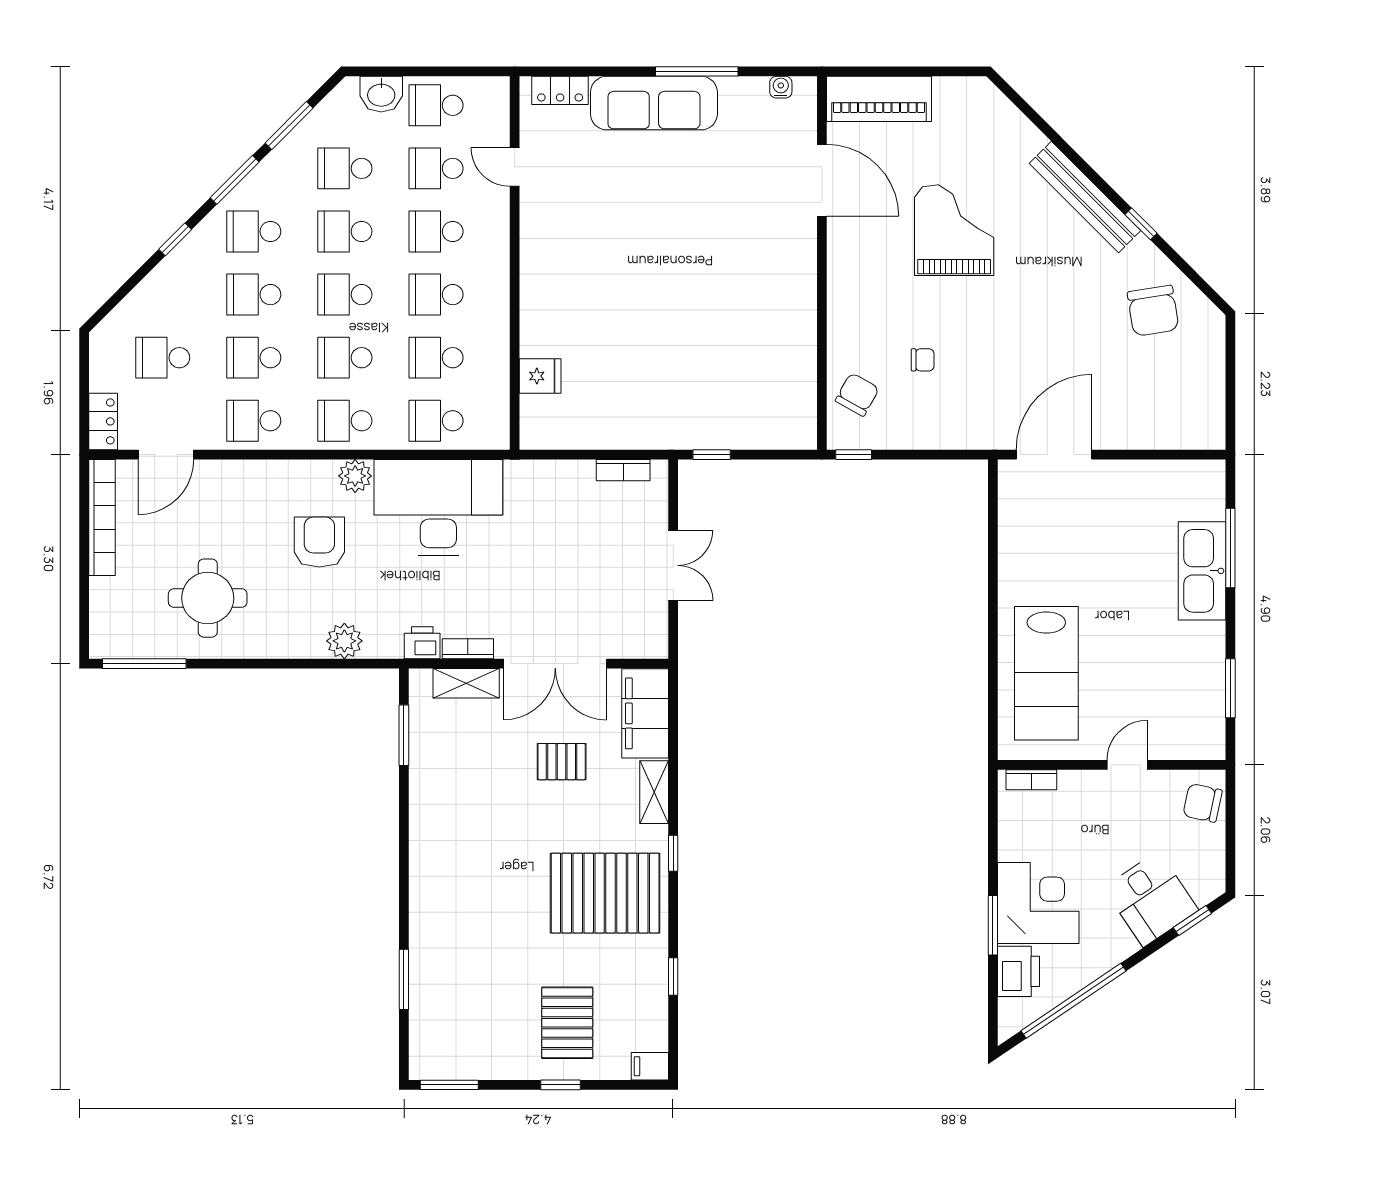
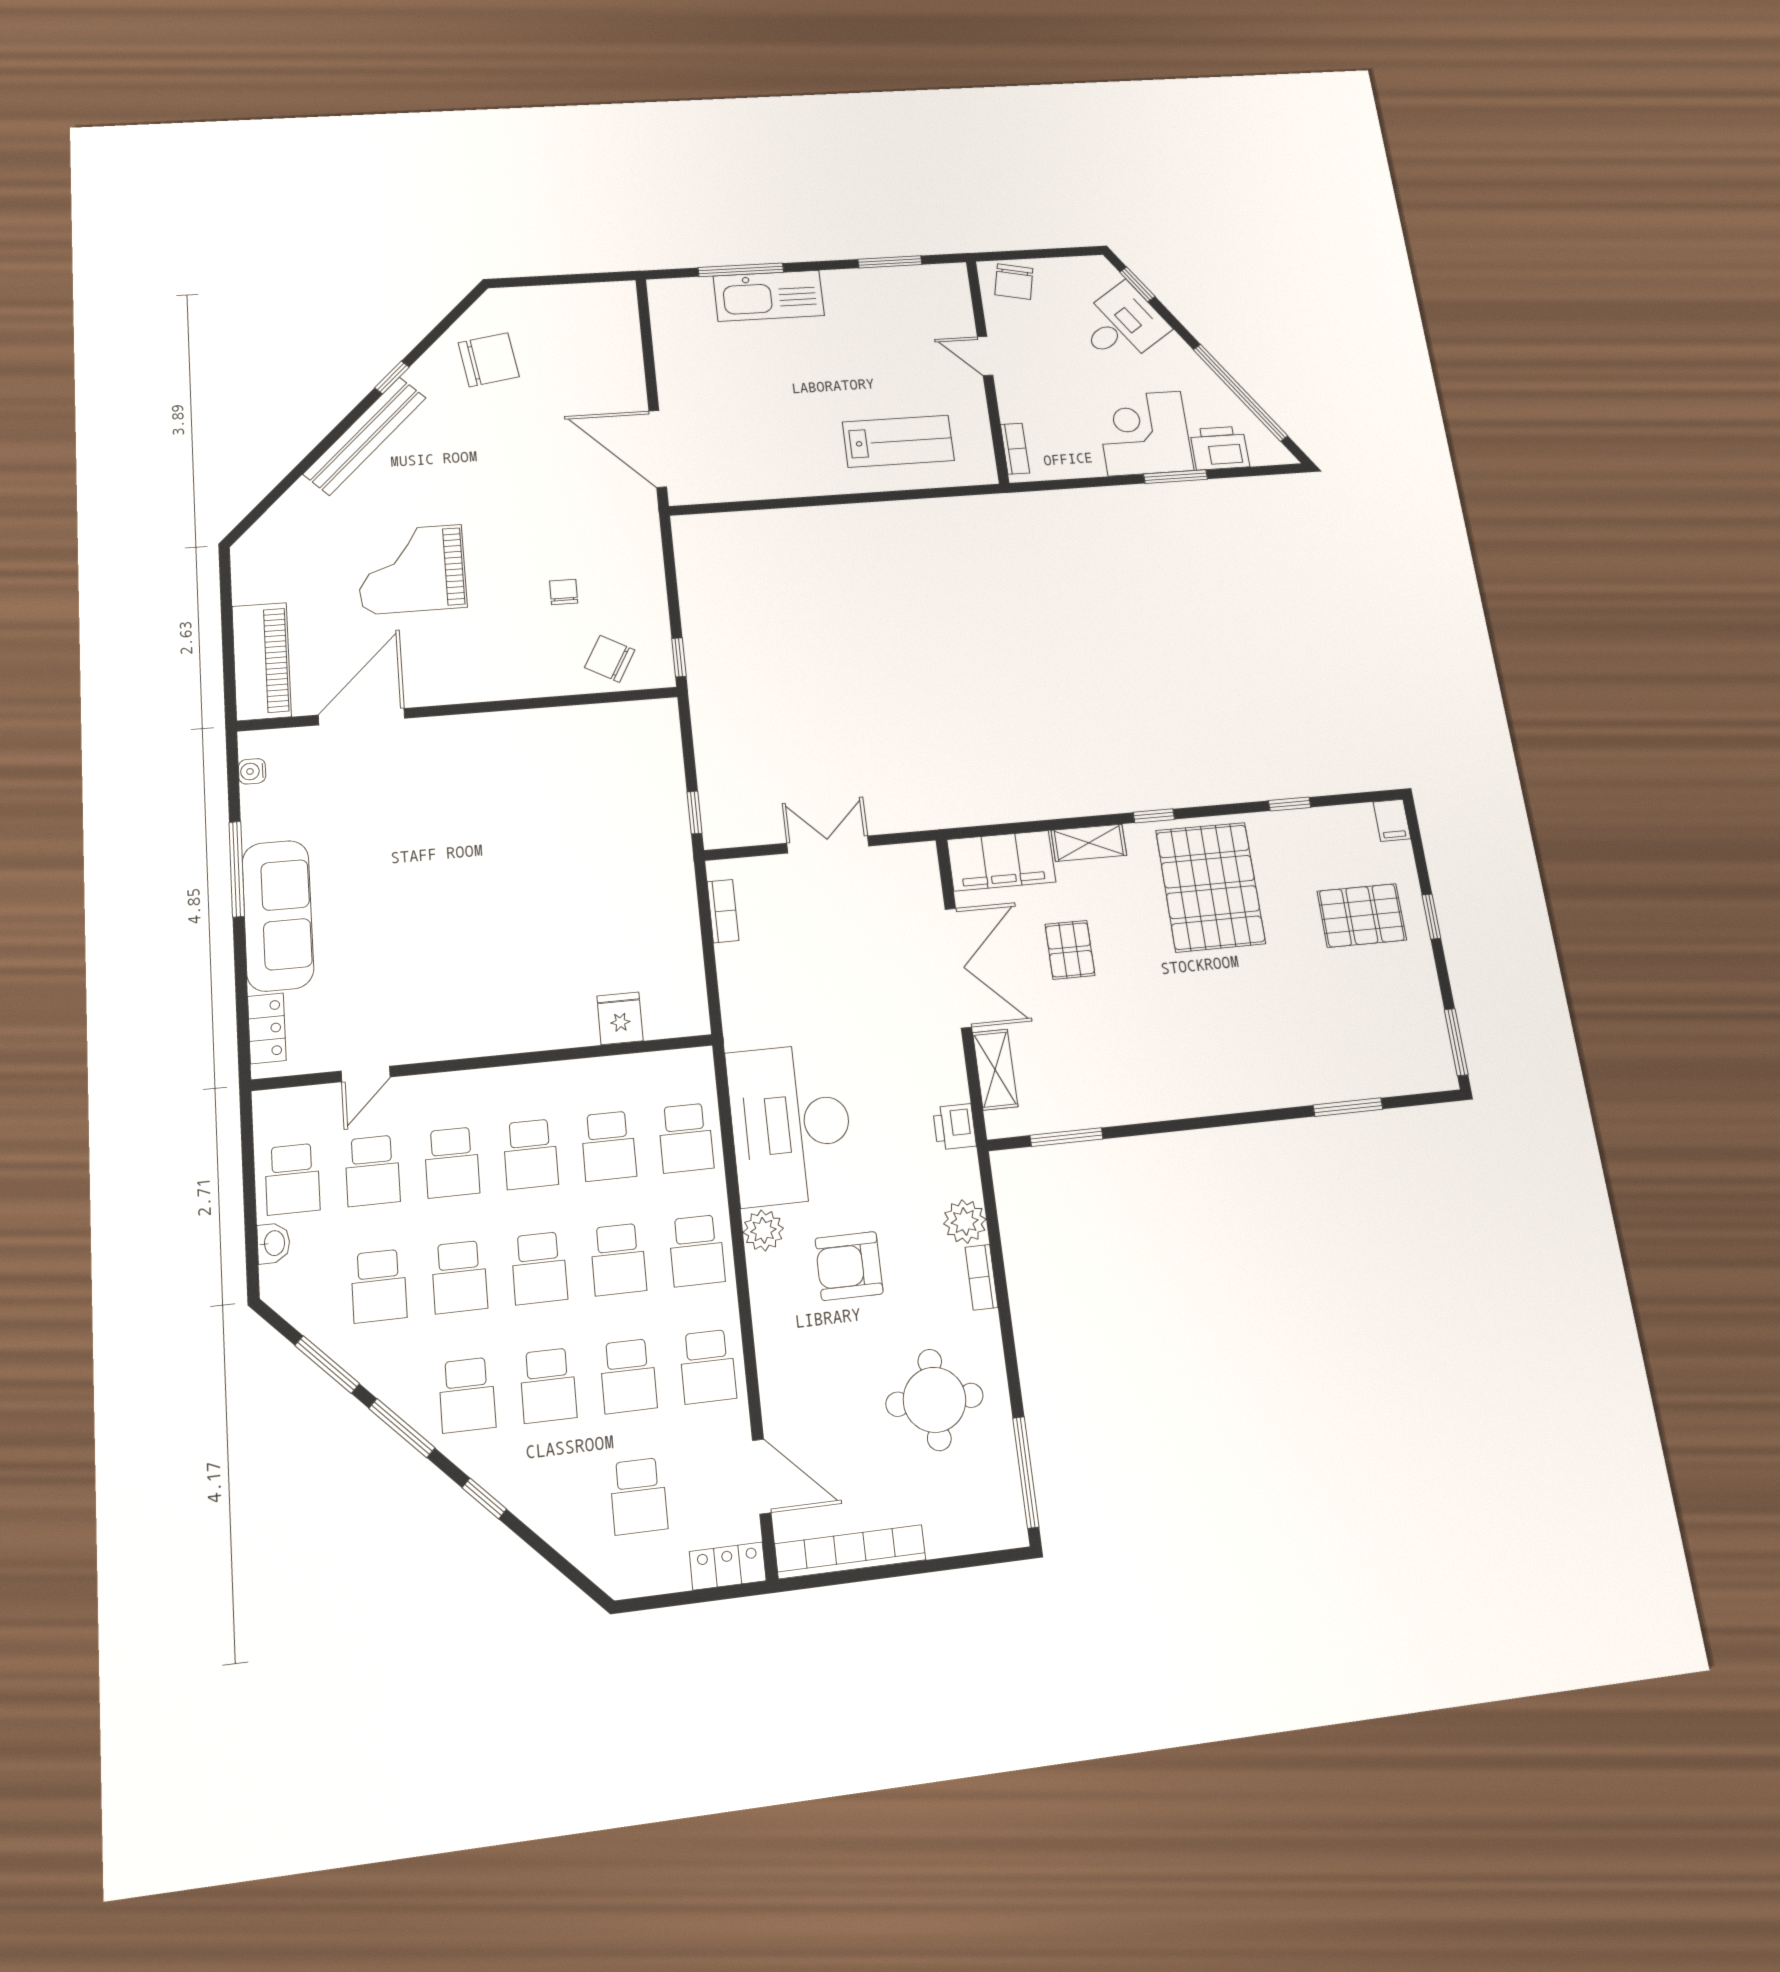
washbasin: (381, 94) -> (274, 1243), width x0.72, depth x0.69
bookcase: (468, 649) -> (982, 1277), moved
lab bench: (1046, 673) -> (898, 441), width x0.73, depth x0.72

